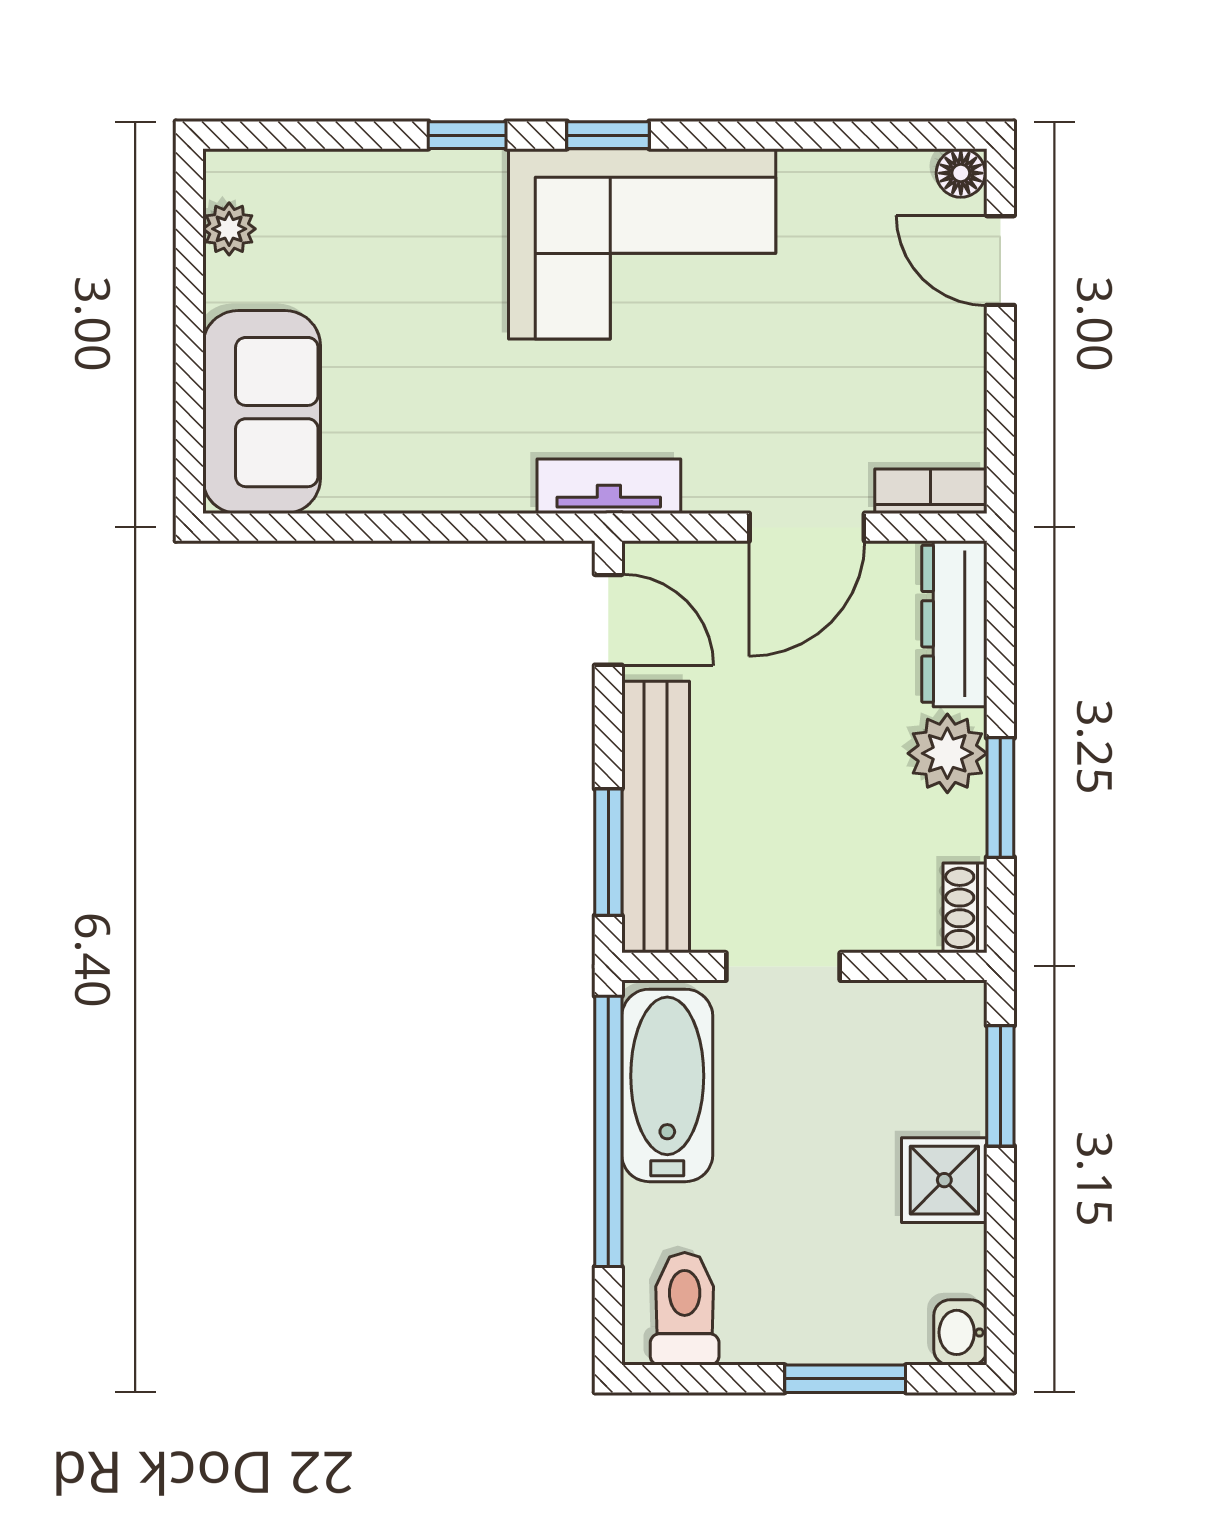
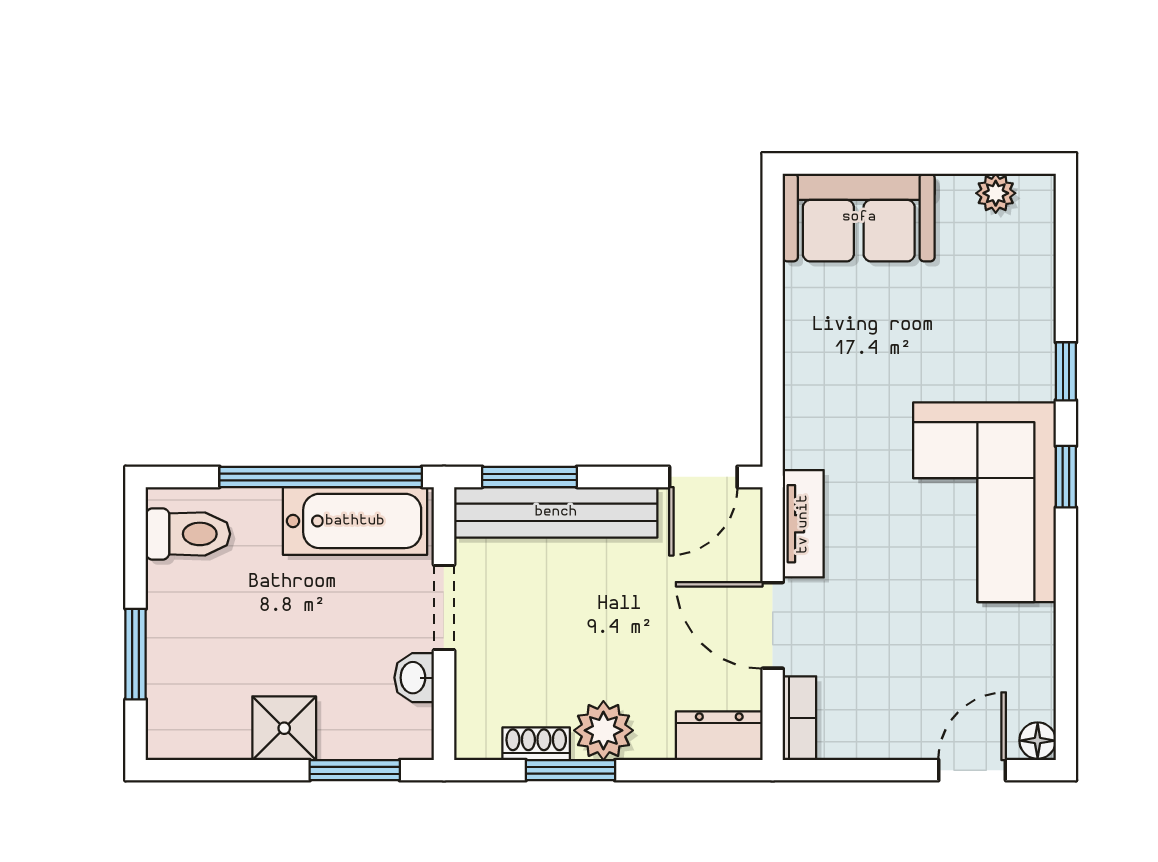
tv unit: (609, 486) -> (803, 524), moved
dresser: (954, 624) -> (719, 736), width x0.70
shoe rack: (965, 908) -> (536, 744), moved
washbasin: (960, 1332) -> (414, 678), moved, turned -90

